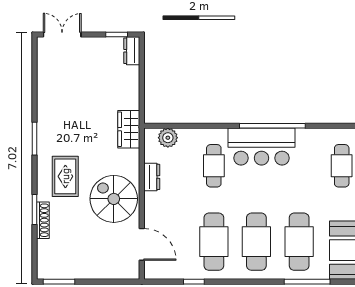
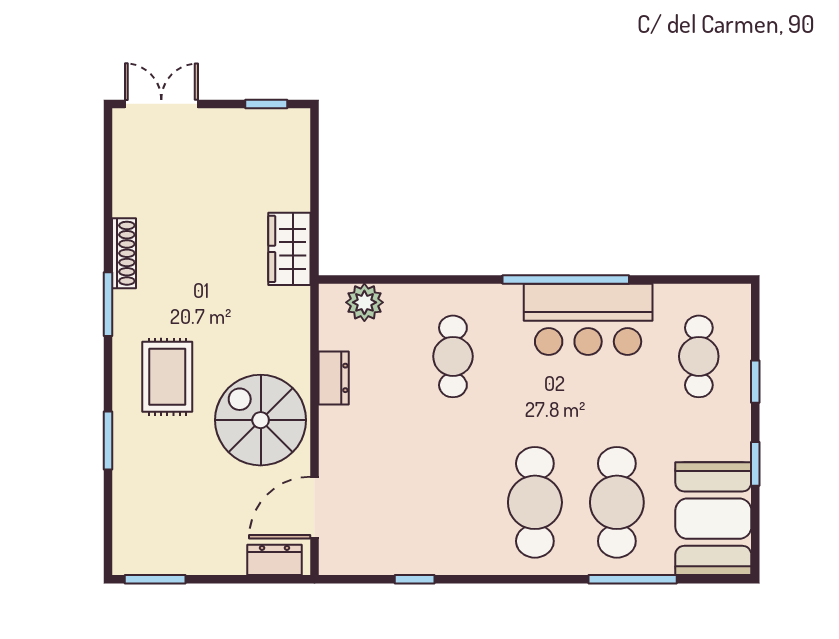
dresser: (132, 51) -> (274, 560), moved, turned 90
wardrobe: (129, 129) -> (289, 249), moved
bar counter: (261, 147) -> (588, 319), moved
shoe rack: (43, 220) -> (124, 253), moved
cafe table: (214, 242) -> (453, 502), removed
door: (142, 244) -> (315, 508), swing flipped

